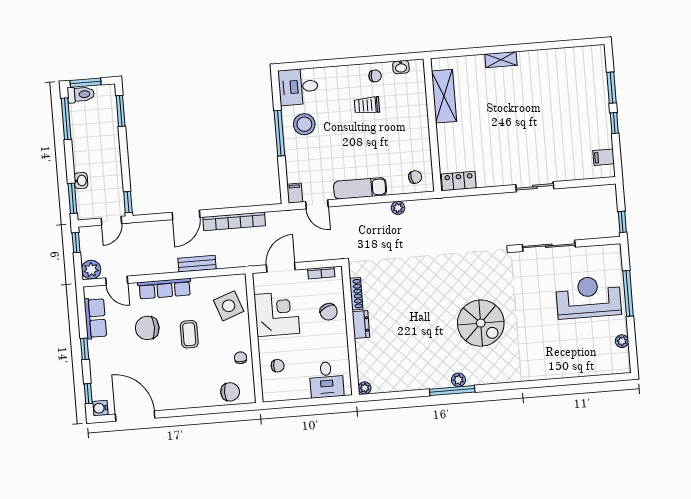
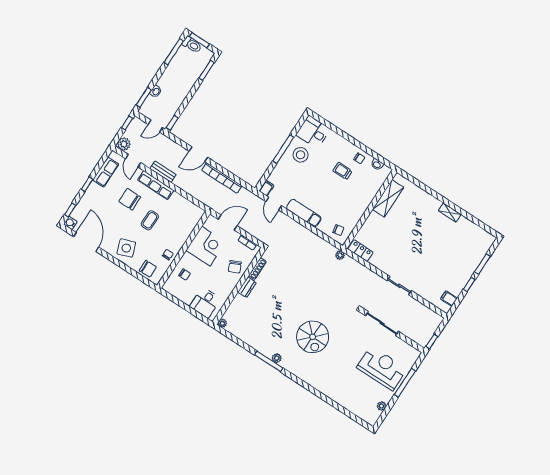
shelving: (501, 60) -> (450, 212), moved
plant: (398, 208) -> (340, 255), moved
bench: (197, 264) -> (163, 172), moved
side table: (229, 306) -> (126, 248), moved

